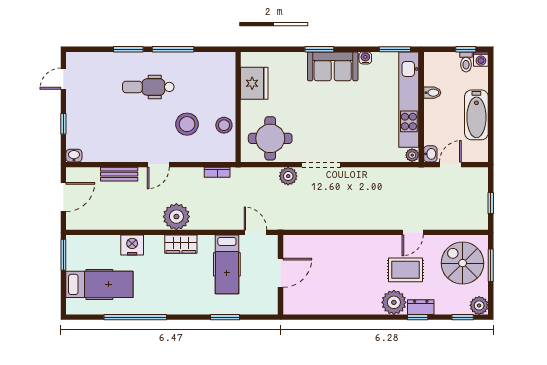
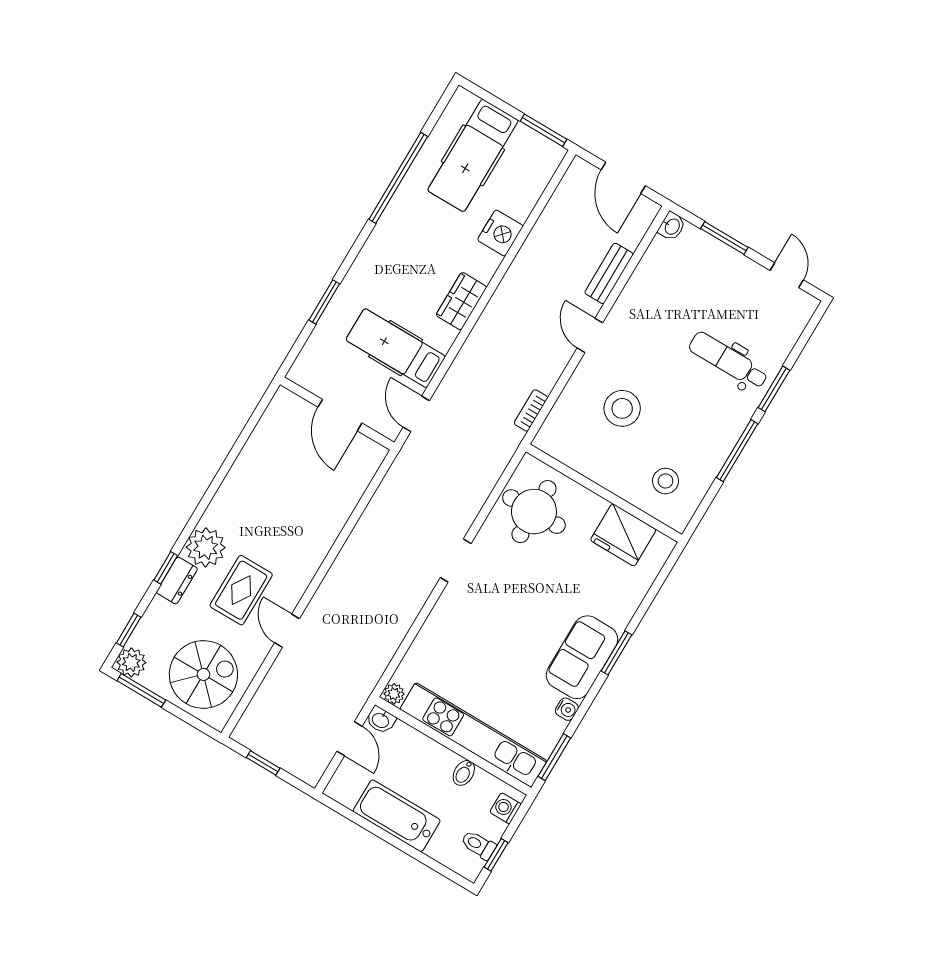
washing machine: (481, 59) -> (506, 808), moved
dental chair: (148, 87) -> (728, 360), moved, turned -90
window: (63, 124) -> (724, 238), width x1.50
stool: (224, 125) -> (665, 481), moved
doorway: (321, 165) -> (456, 560), width x0.73
plant: (288, 176) -> (467, 505), removed
plant: (176, 217) -> (503, 318), removed
door: (256, 232) -> (416, 414), swing flipped
window: (491, 265) -> (141, 690), moved

